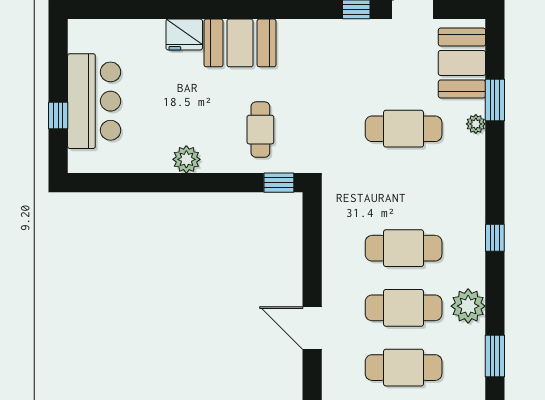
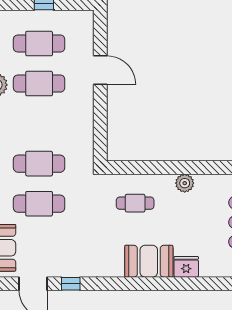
cafe table: (260, 130) -> (135, 203), turned 90
window: (279, 183) -> (123, 167), removed
cafe table: (404, 248) -> (39, 164), moved

